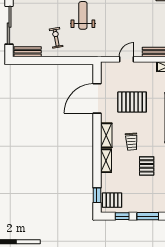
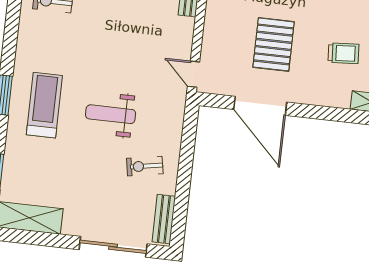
door: (127, 59) -> (194, 74), moved
shelving: (106, 135) -> (327, 97), removed

